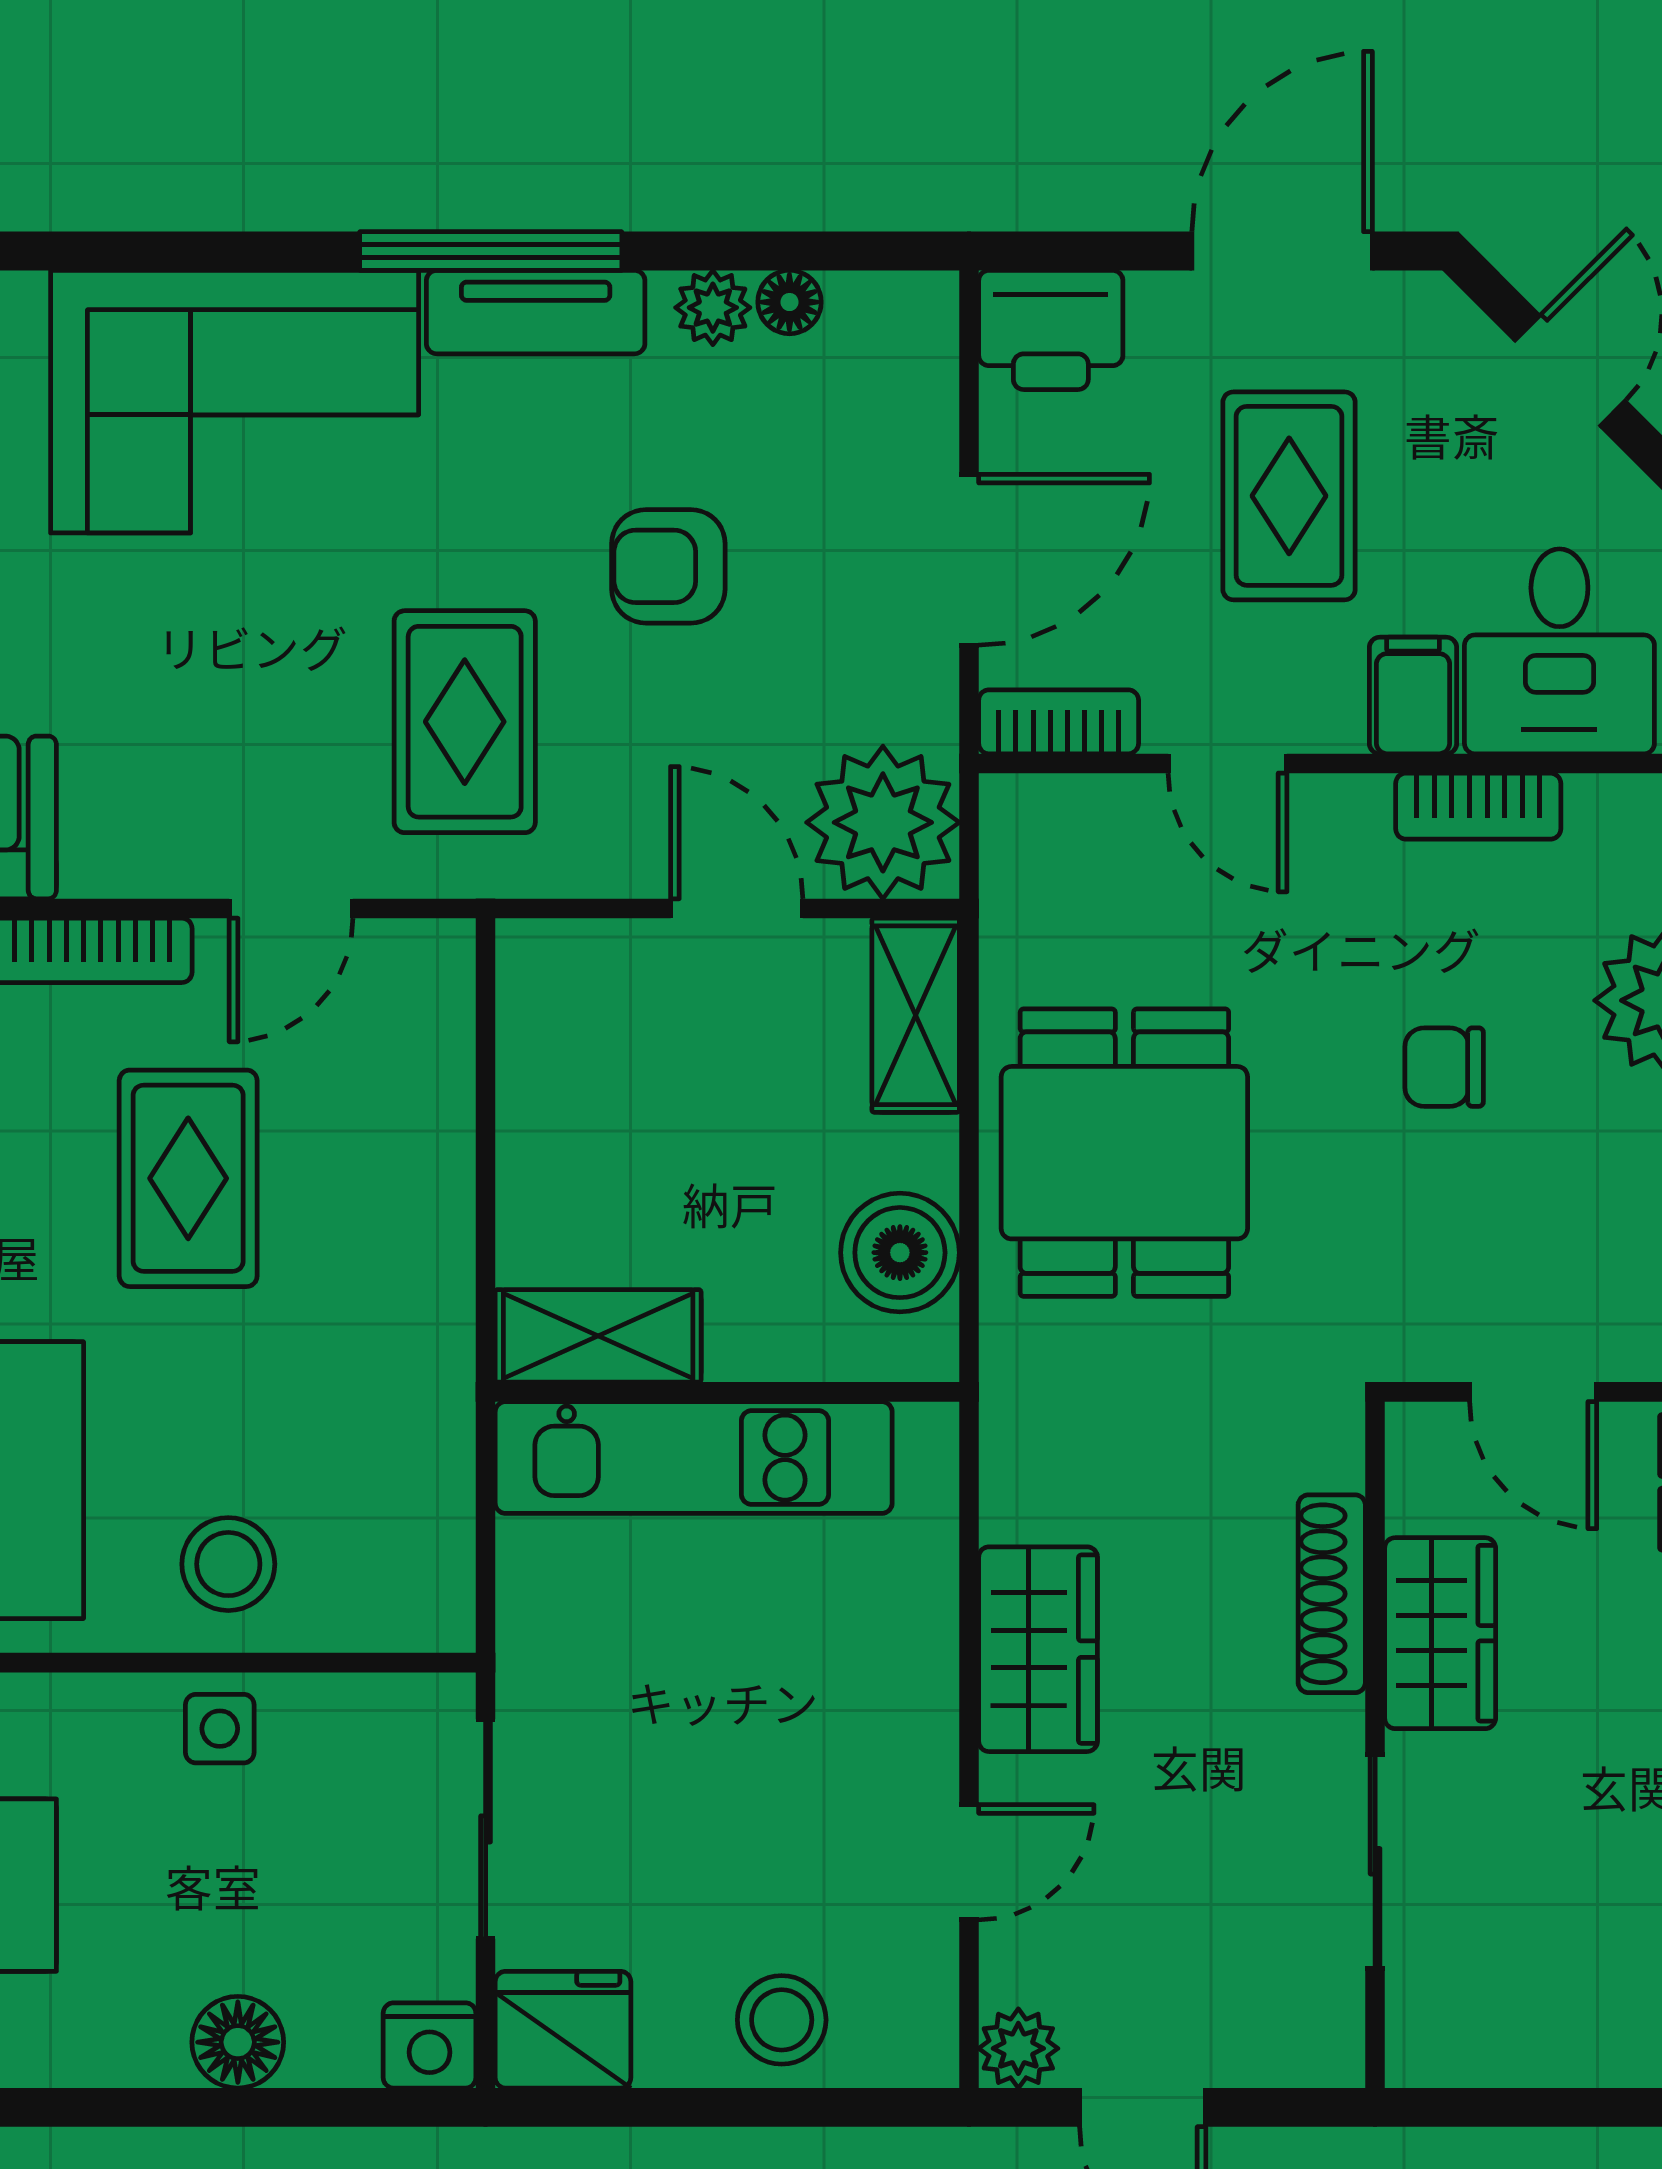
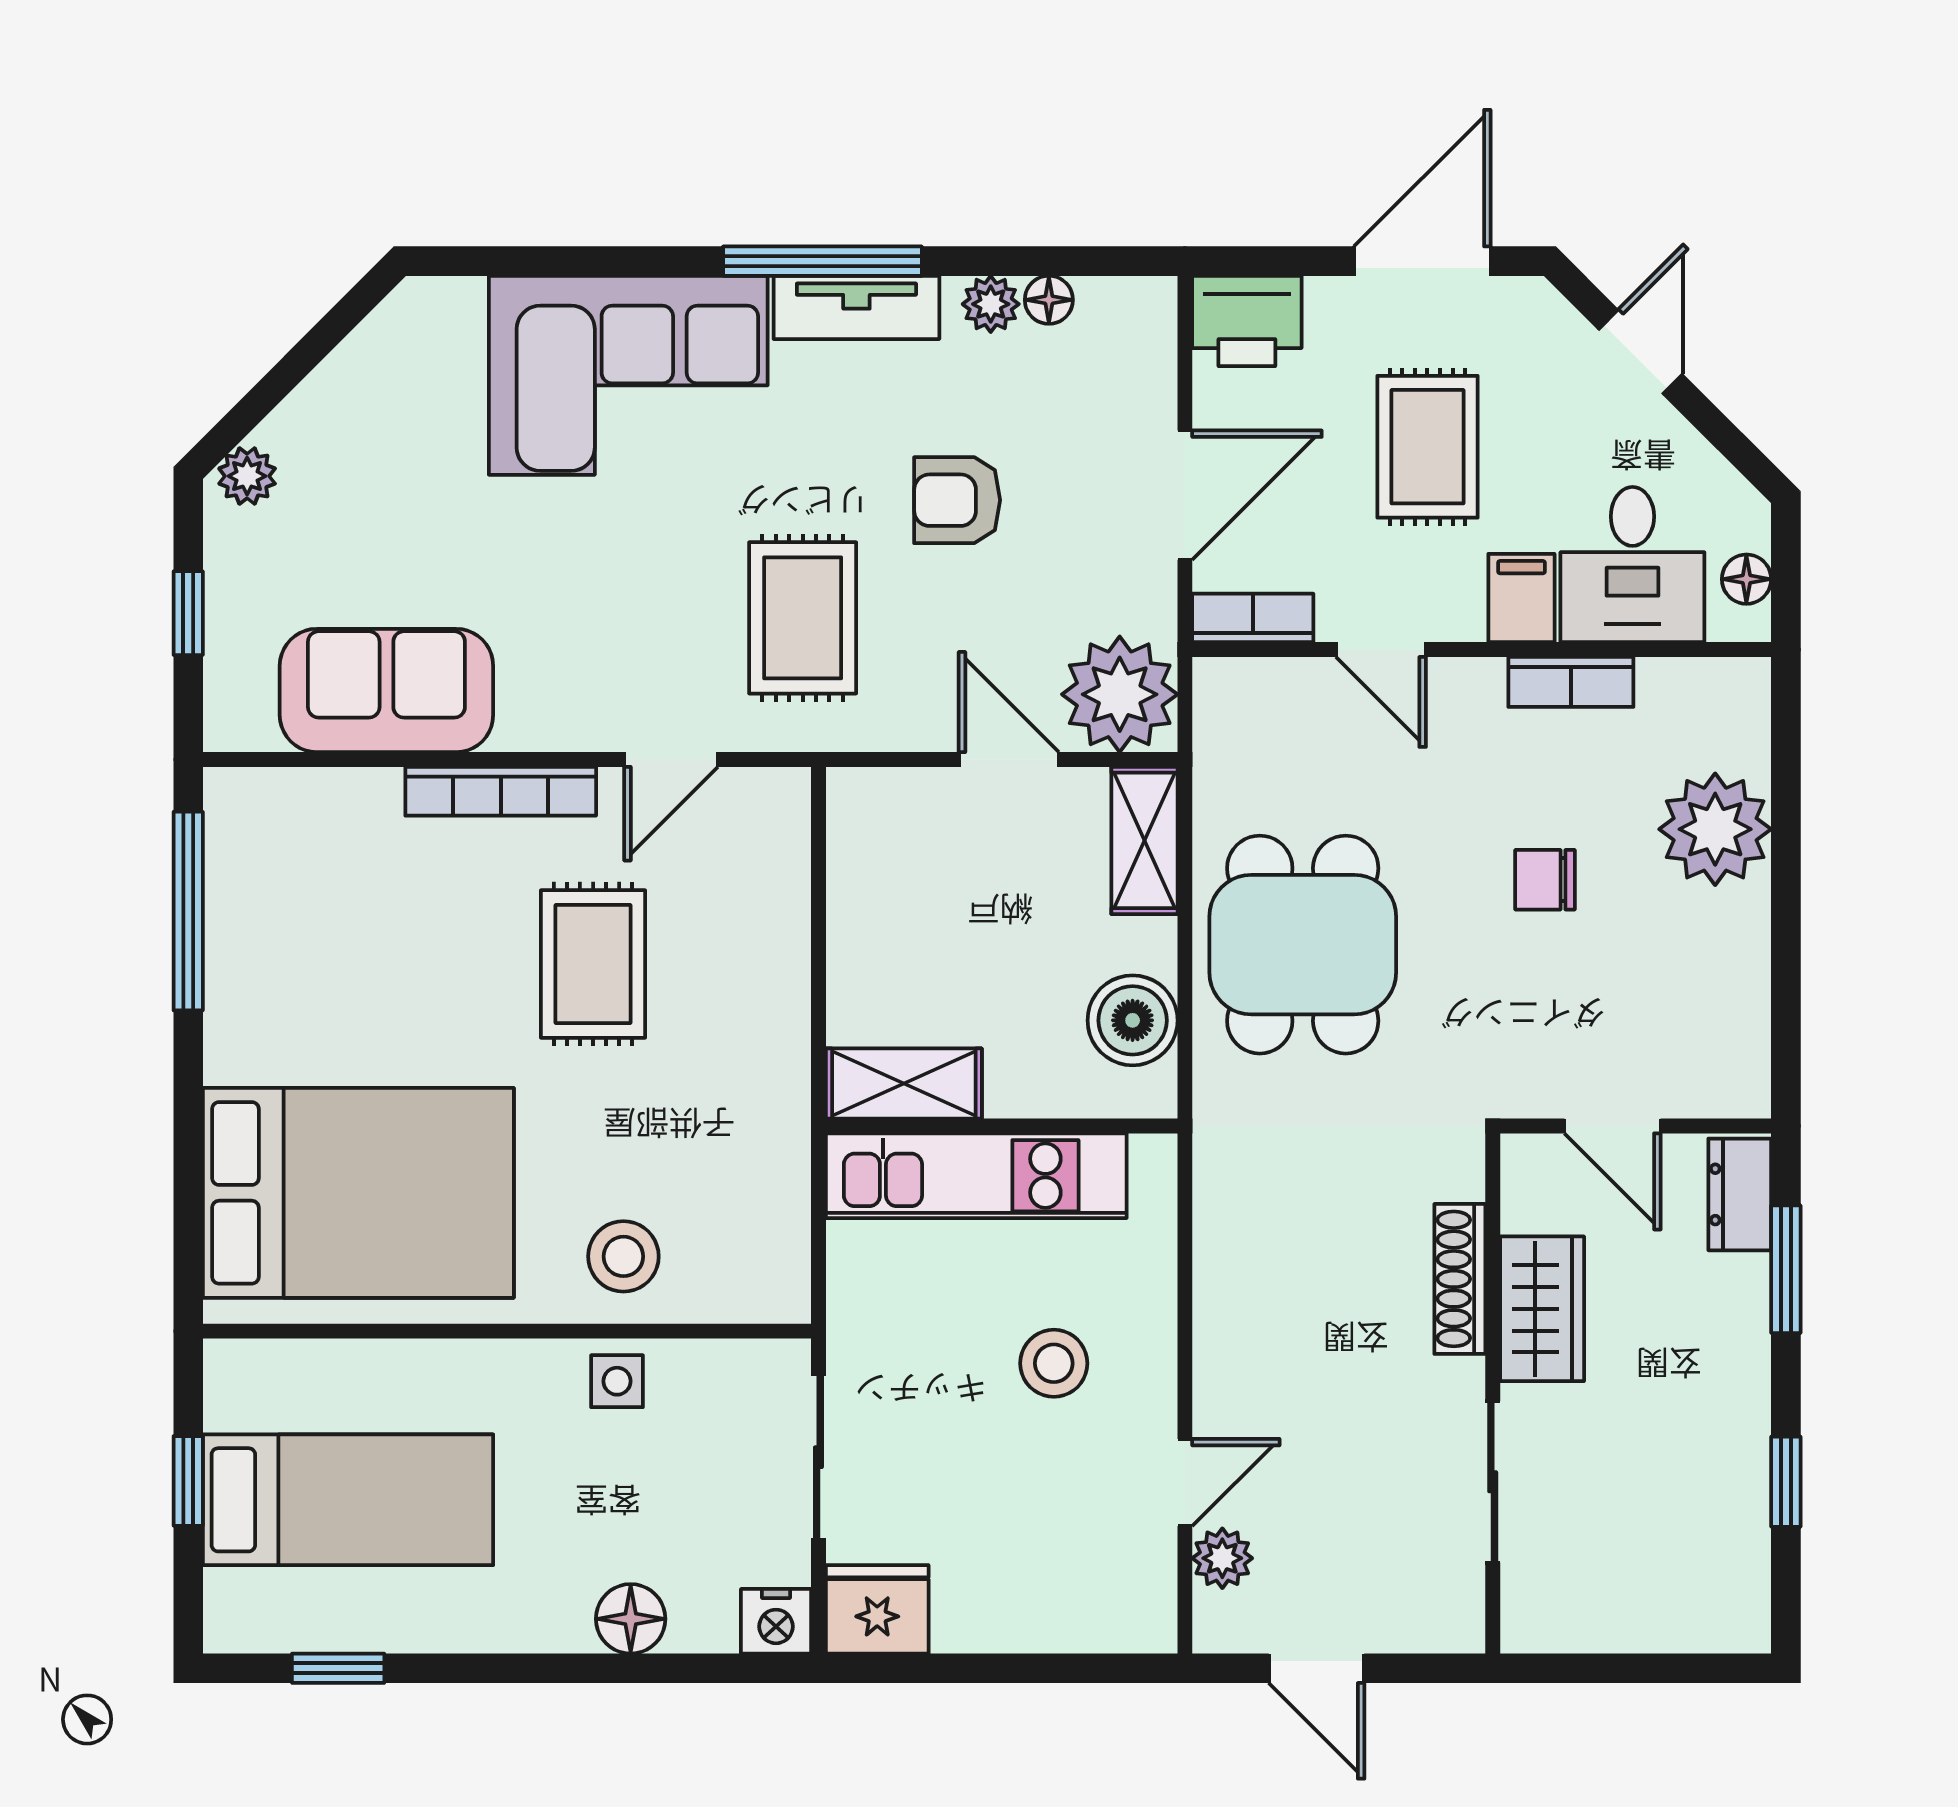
wardrobe: (1038, 1649) -> (1237, 1321), removed
stool: (782, 2020) -> (1054, 1363), moved
plant: (1018, 2048) -> (1222, 1558), moved

